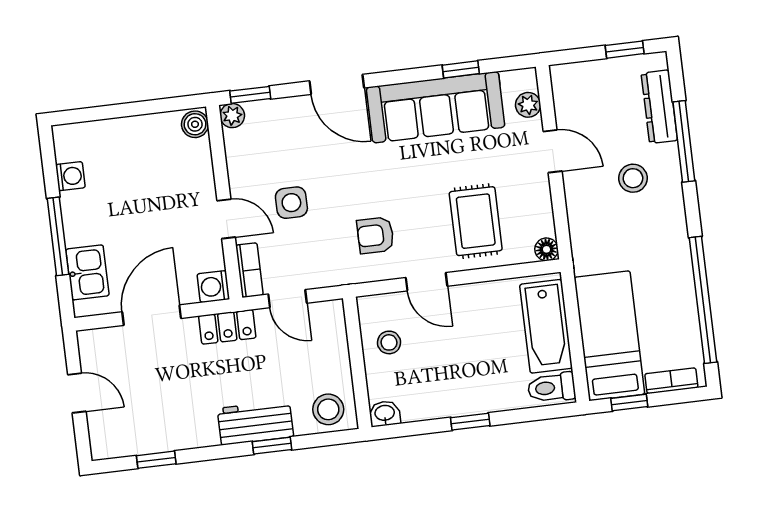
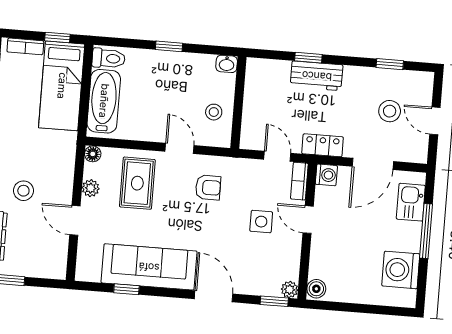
plant: (528, 105) -> (91, 188), moved
washing machine: (70, 176) -> (401, 270), width x1.89, depth x1.89
stool: (328, 409) -> (390, 111), moved

